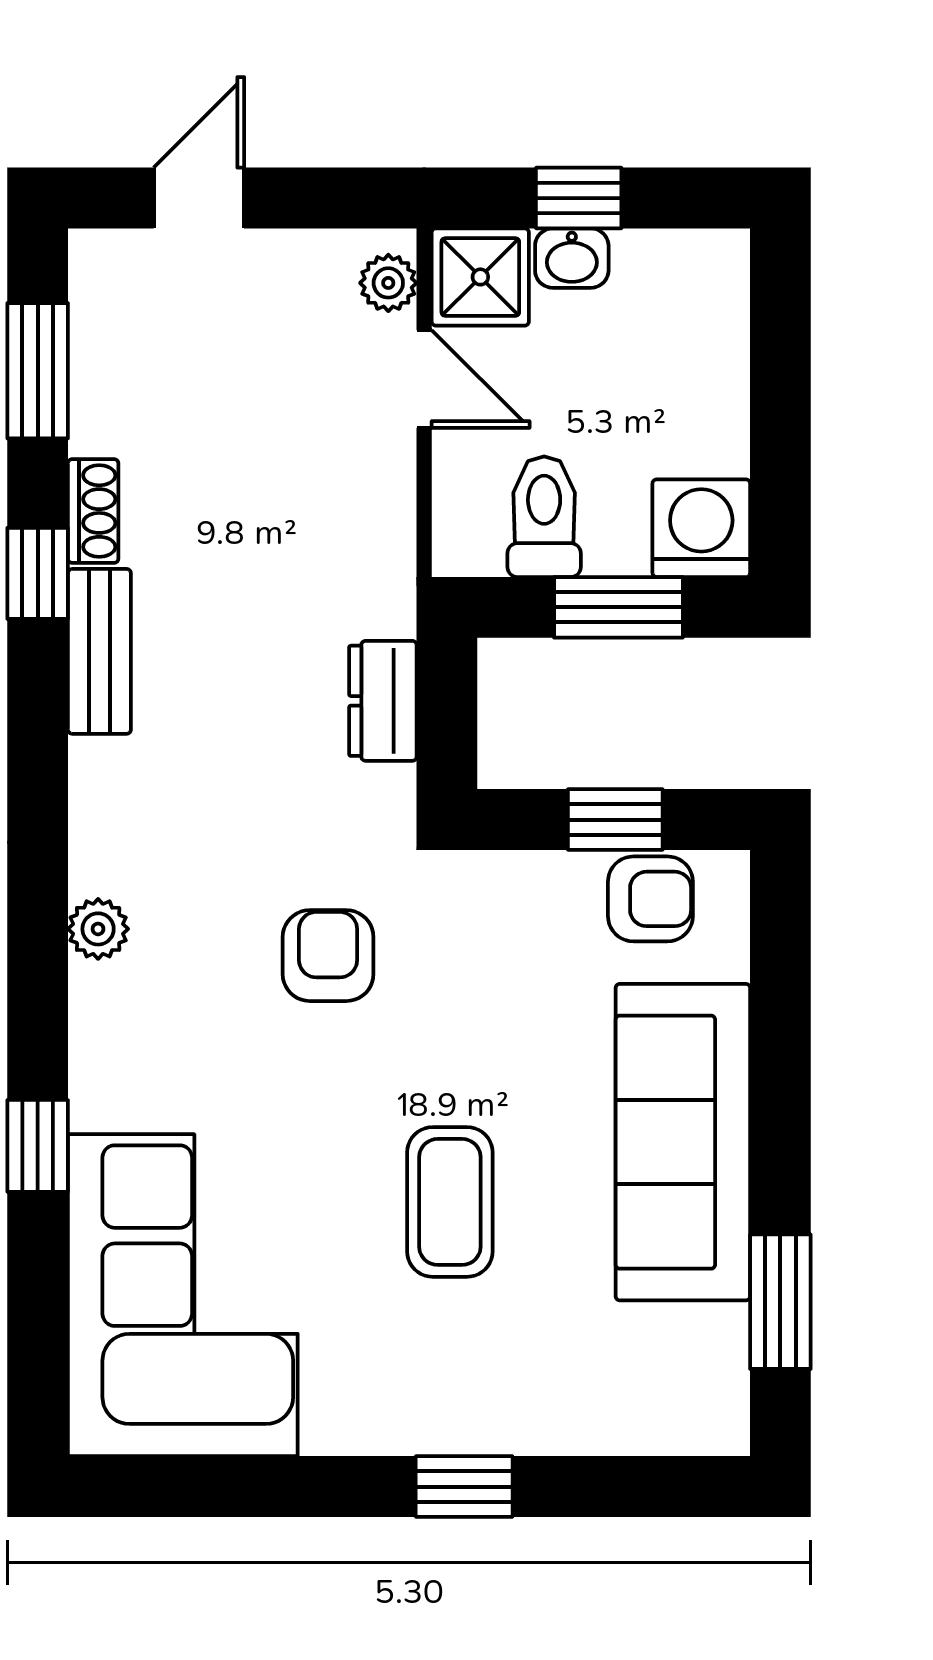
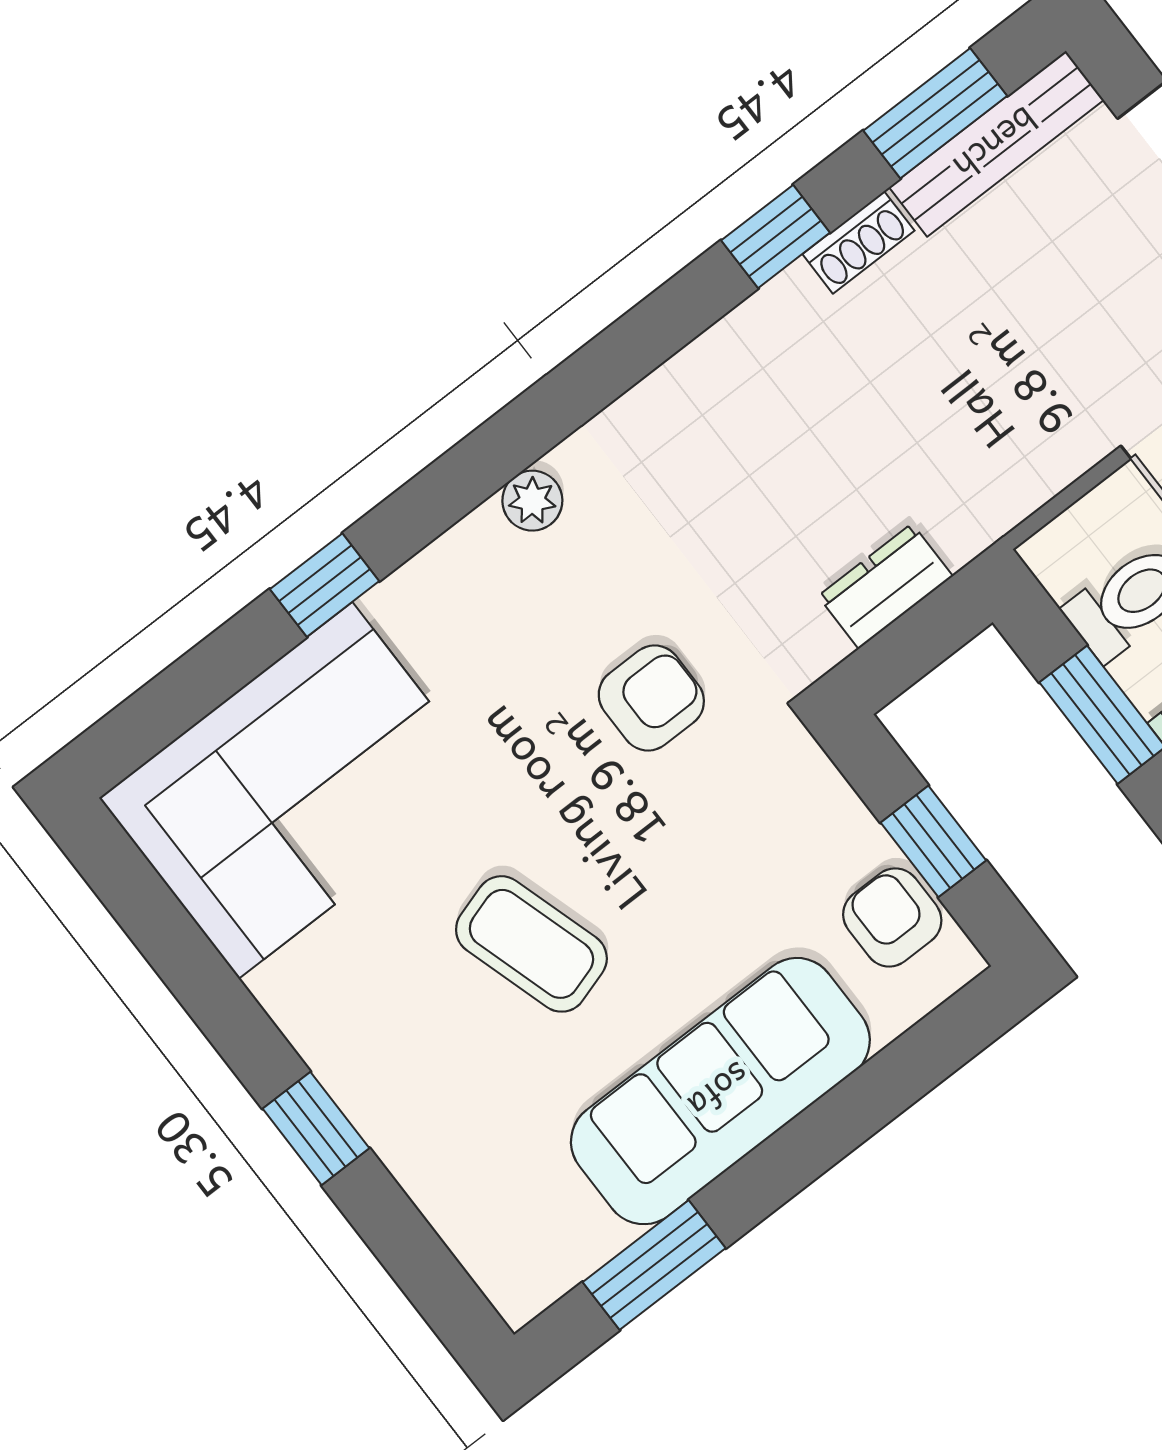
bench: (99, 651) -> (996, 144), moved, width x1.36
armchair: (650, 899) -> (892, 917), turned 180
coffee table: (450, 1202) -> (531, 944), turned 73

